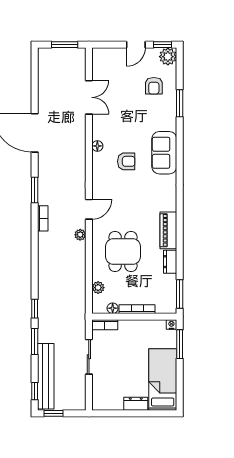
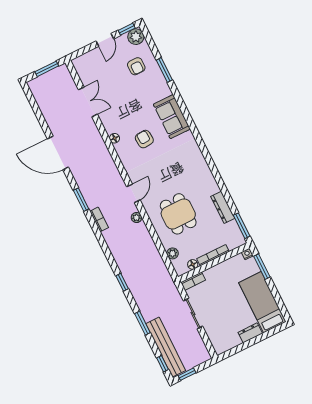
armchair: (126, 161) -> (144, 139), turned -94
piano: (168, 230) -> (207, 178), removed
dresser: (170, 262) -> (223, 207), width x1.44
window: (35, 309) -> (122, 282), moved

